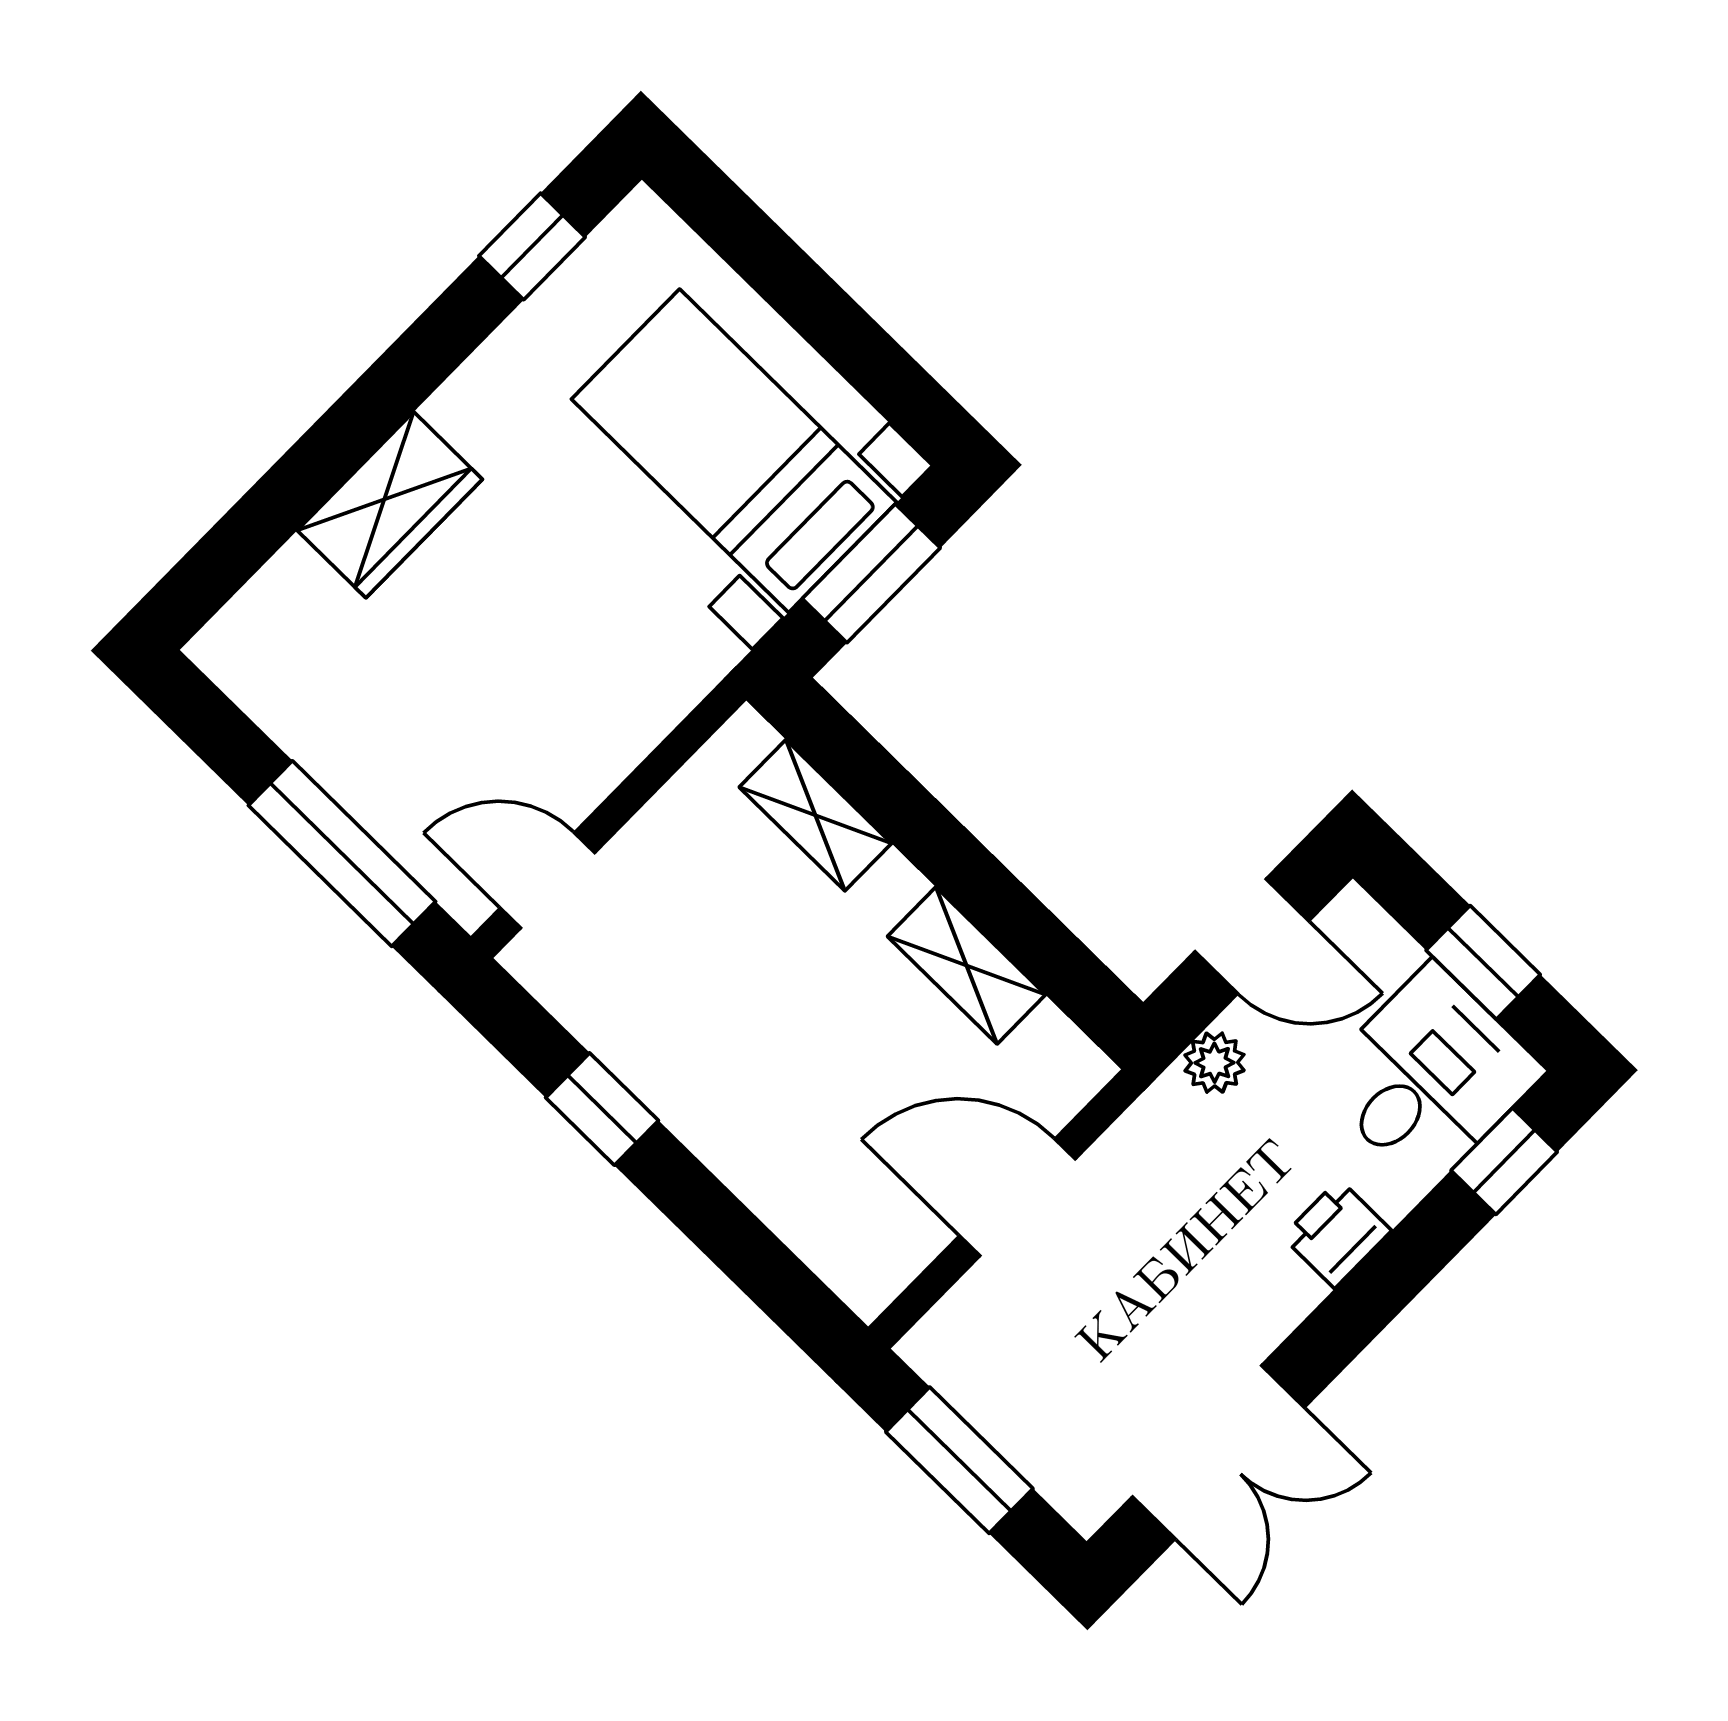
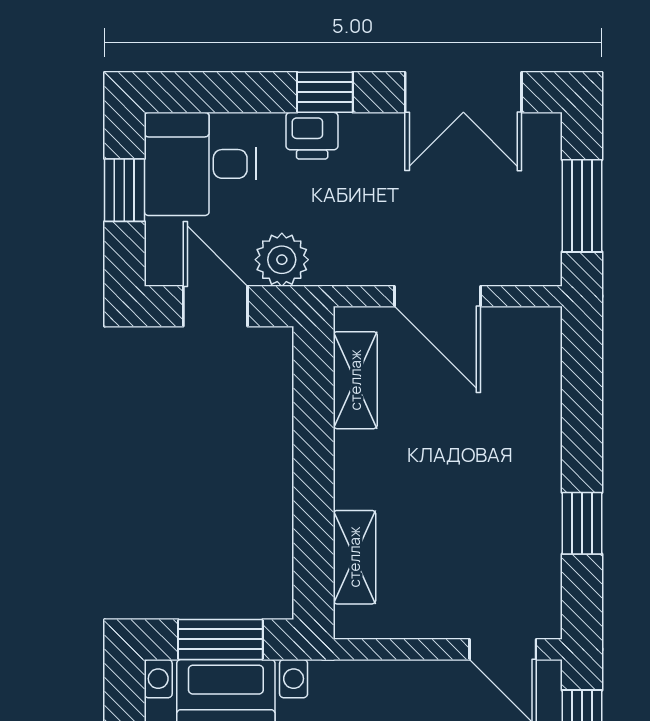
shelving: (967, 965) -> (355, 380), moved
plant: (1215, 1063) -> (282, 260), width x1.38, depth x1.38
window: (1504, 1161) -> (325, 92), moved
double door: (1218, 1452) -> (463, 92), swing flipped

